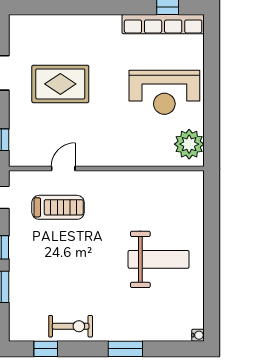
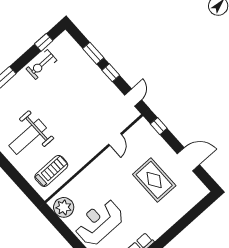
rug: (60, 84) -> (154, 180), turned 90
treadmill: (58, 207) -> (51, 171), moved, turned 180

